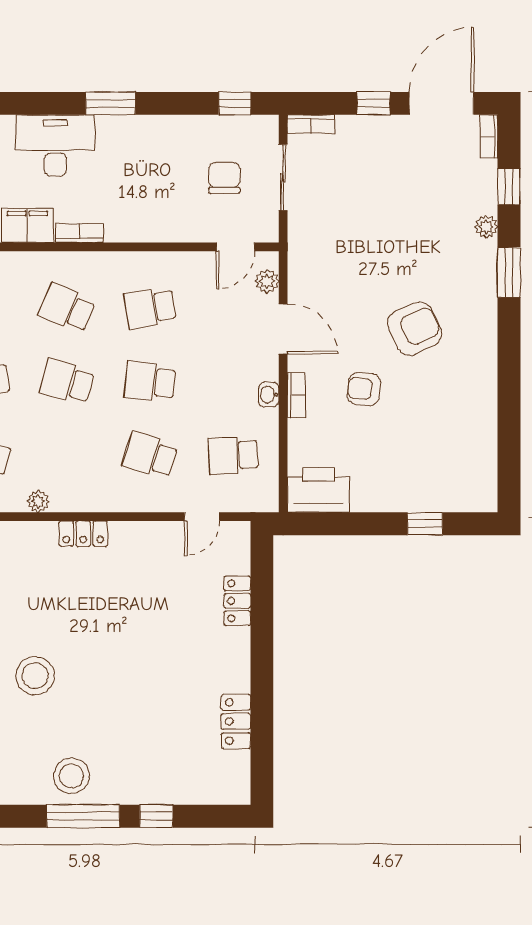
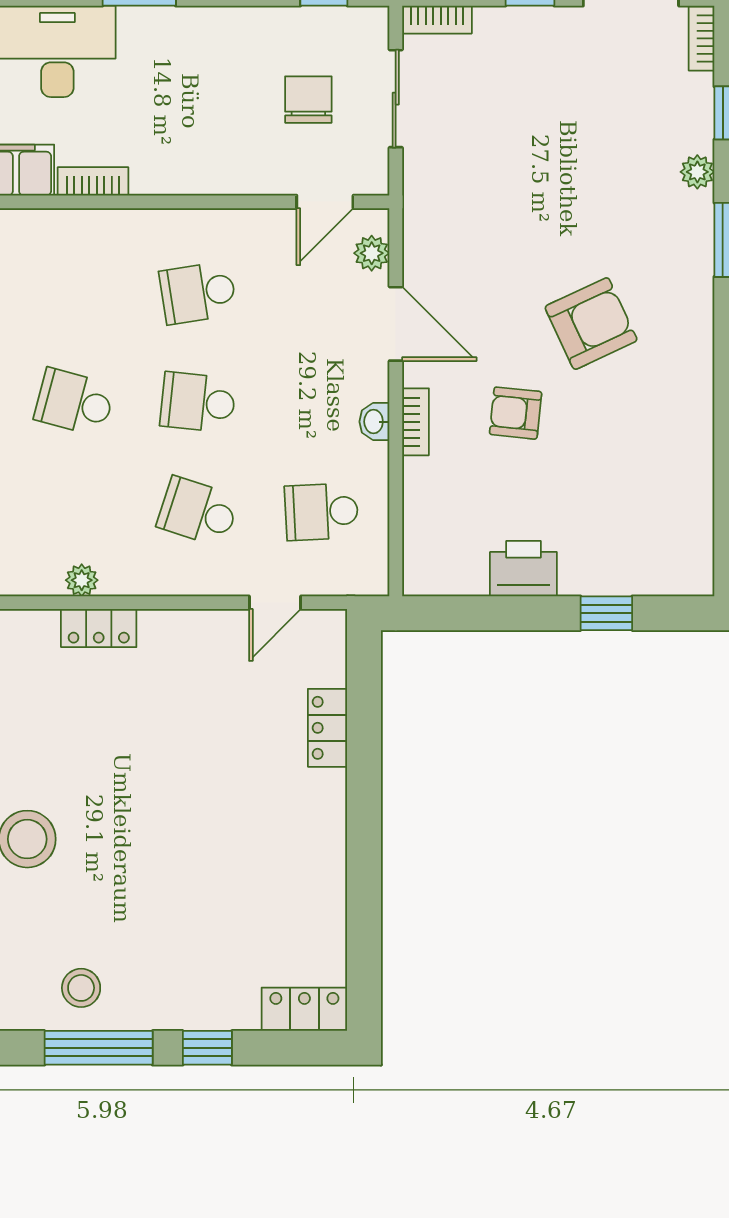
school desk: (67, 308) -> (75, 293), removed
printer: (318, 490) -> (523, 569), moved, width x0.73, depth x0.84
plant: (38, 501) -> (82, 580), moved
locker: (236, 721) -> (304, 1009), moved, turned 90
stool: (71, 776) -> (81, 988), width x0.73, depth x0.73

